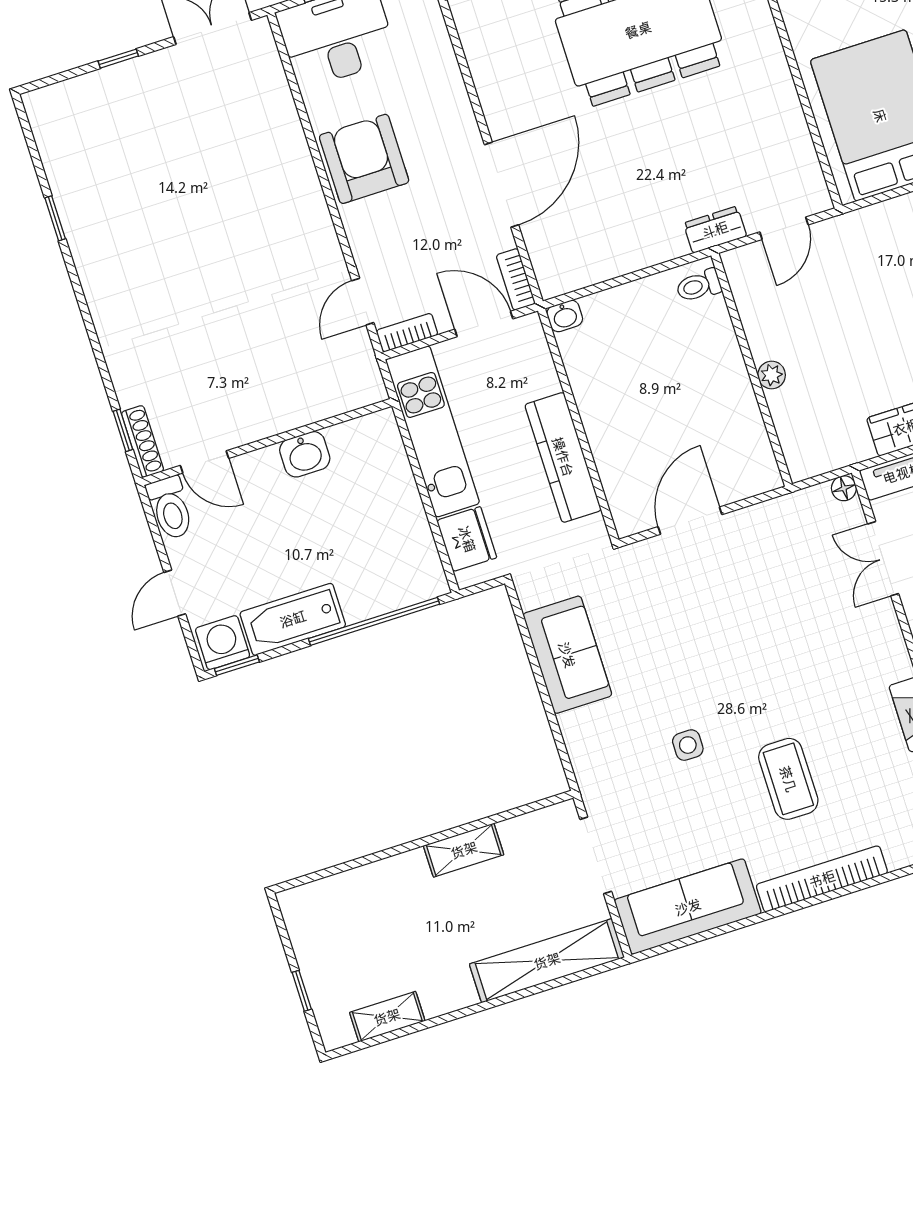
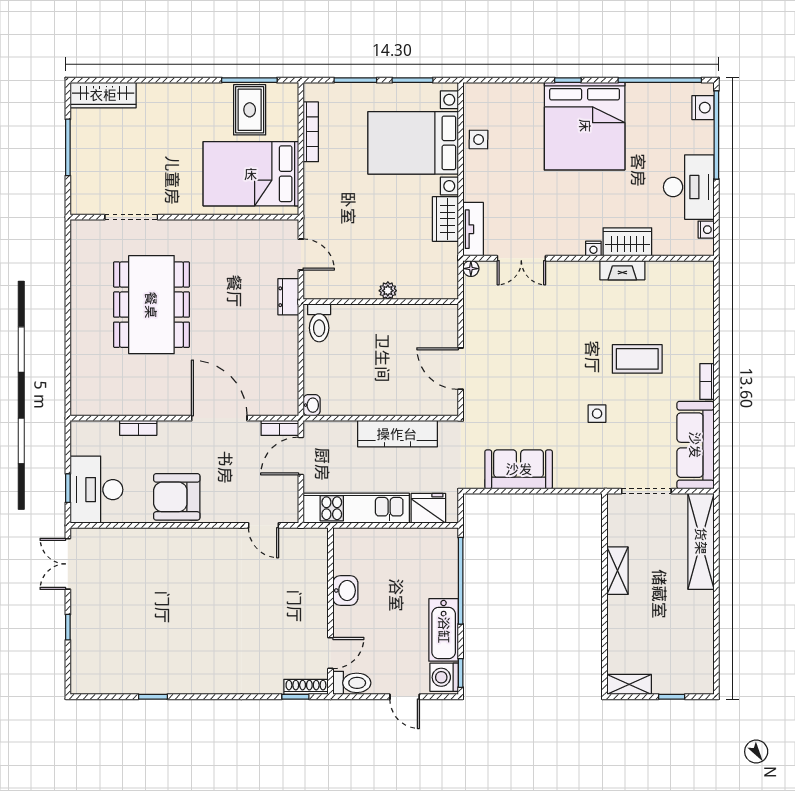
toilet: (699, 286) -> (319, 323), width x1.37, depth x1.39
bookcase: (407, 333) -> (138, 428), moved, turned -90
bookcase: (822, 879) -> (707, 381), width x0.43, depth x0.76
shelving: (387, 1017) -> (629, 684), moved, turned 90

